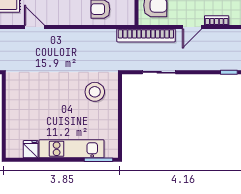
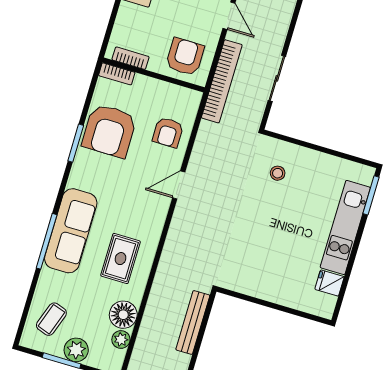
door: (34, 27) -> (179, 185), moved
stool: (95, 92) -> (278, 173), width x0.53, depth x0.53

